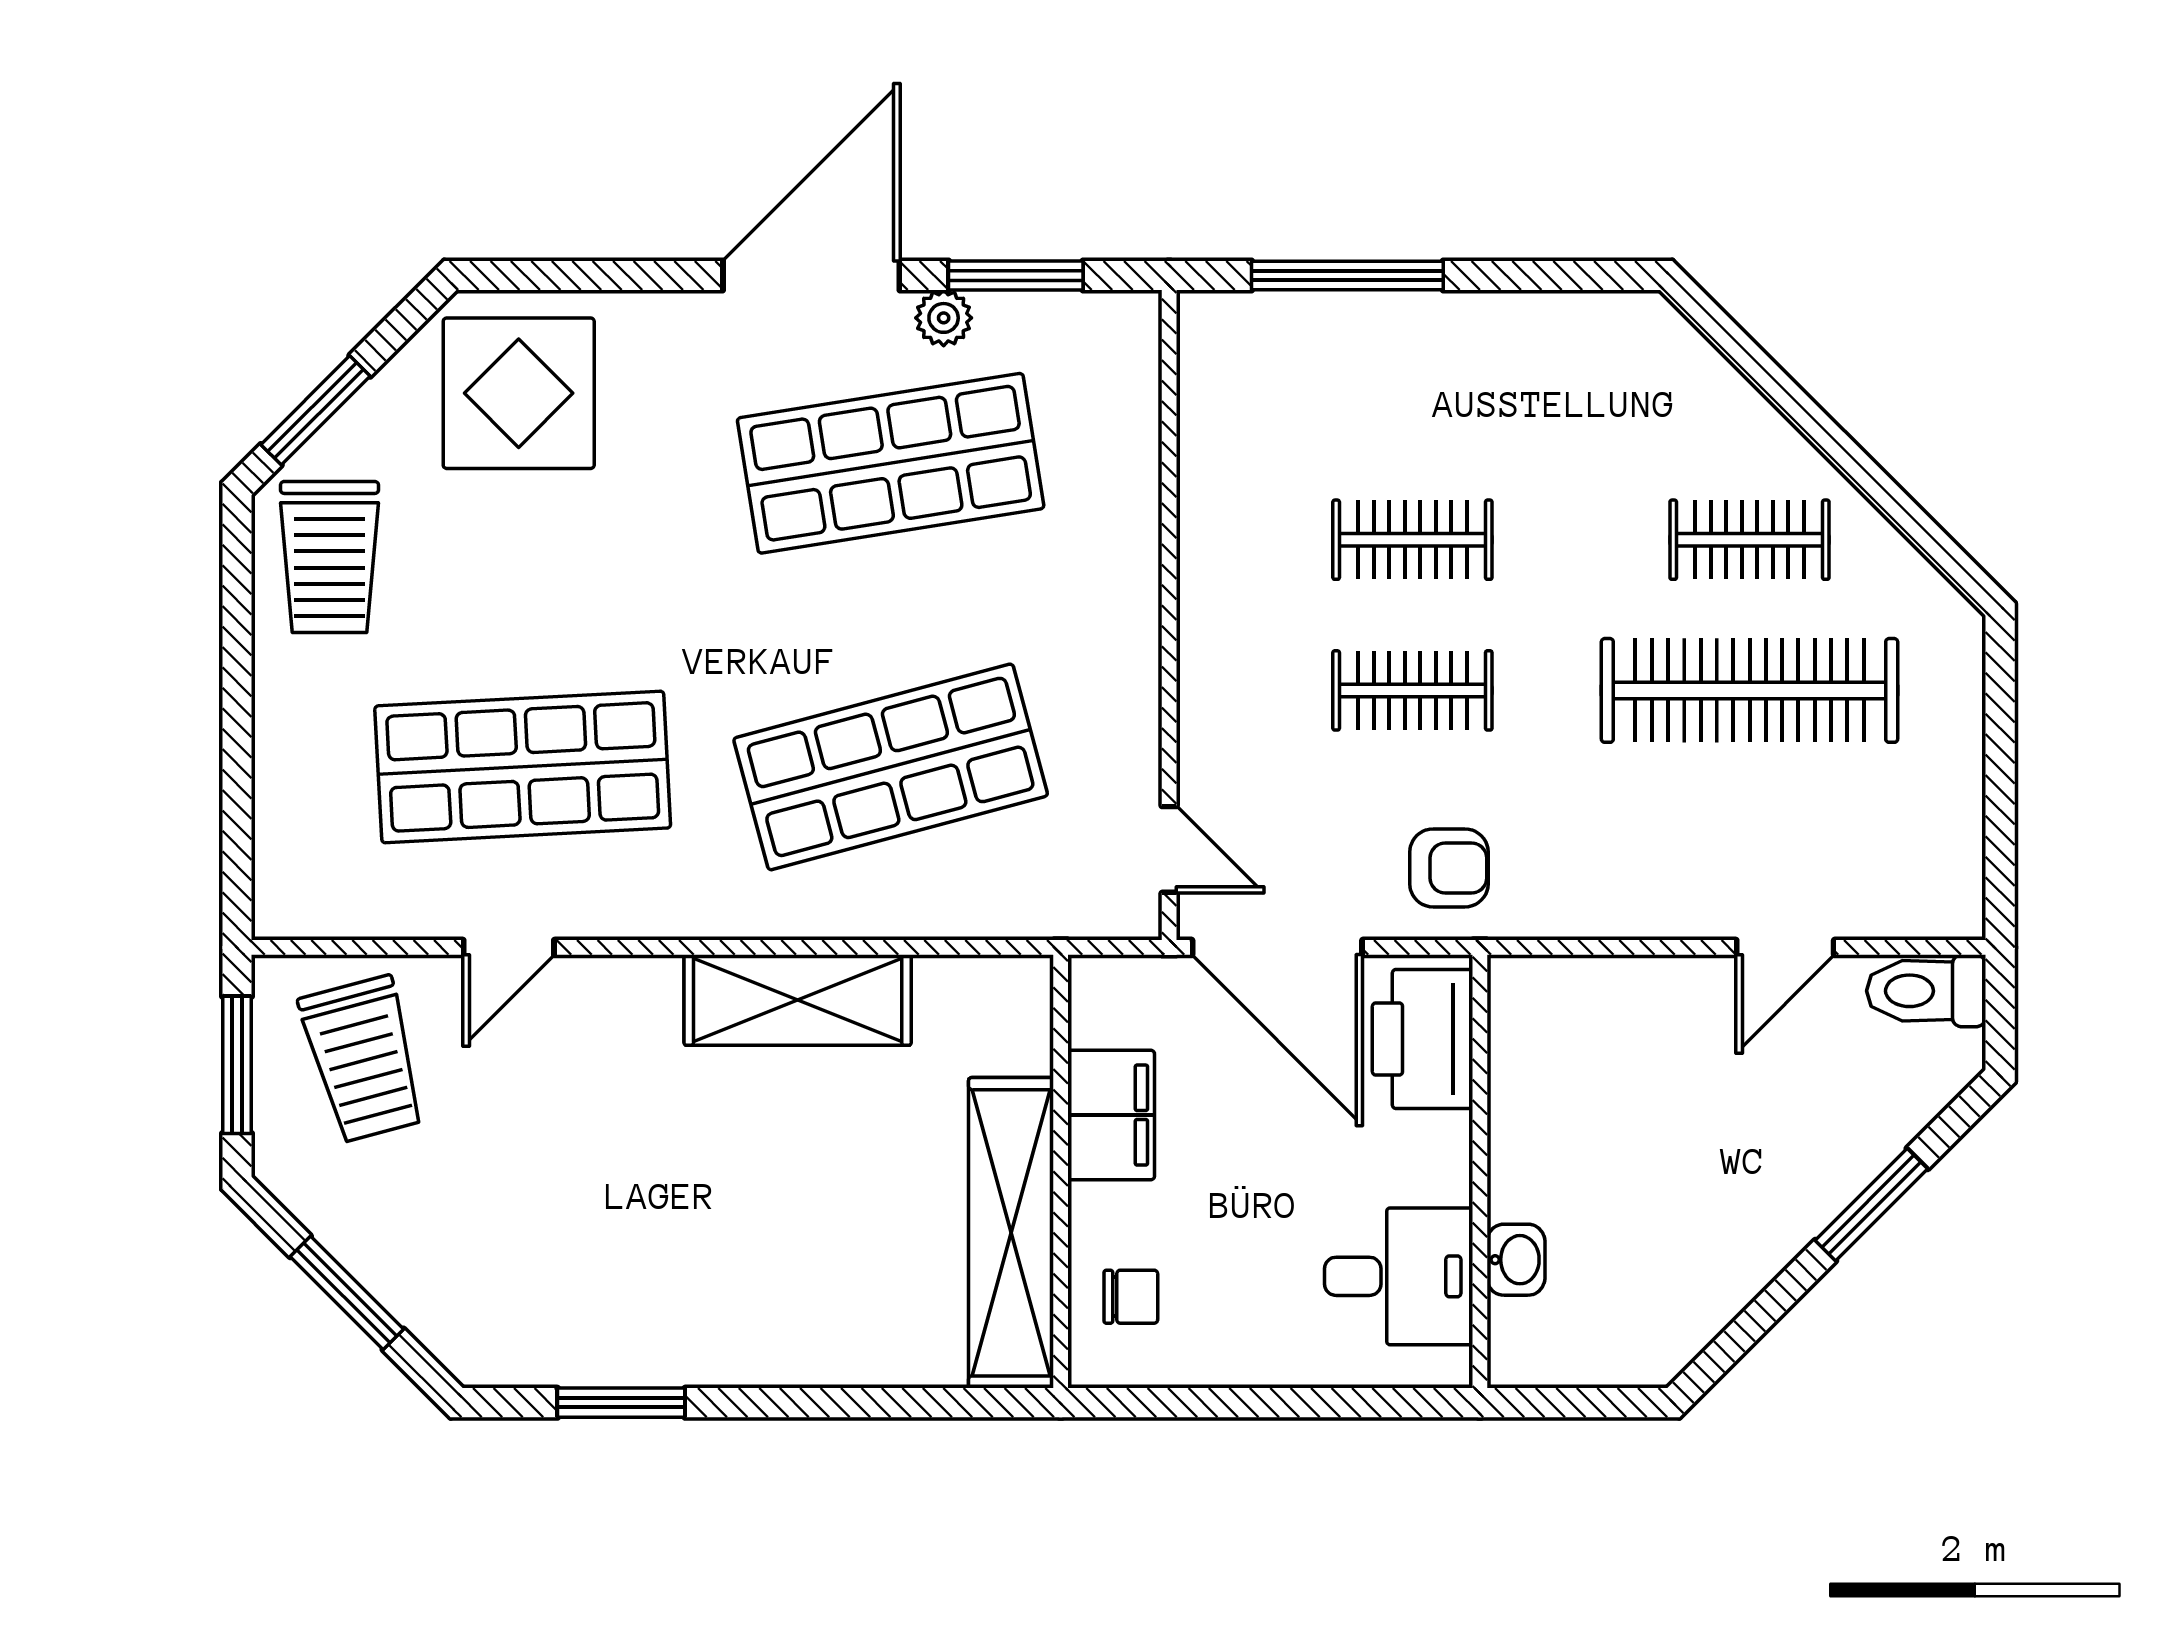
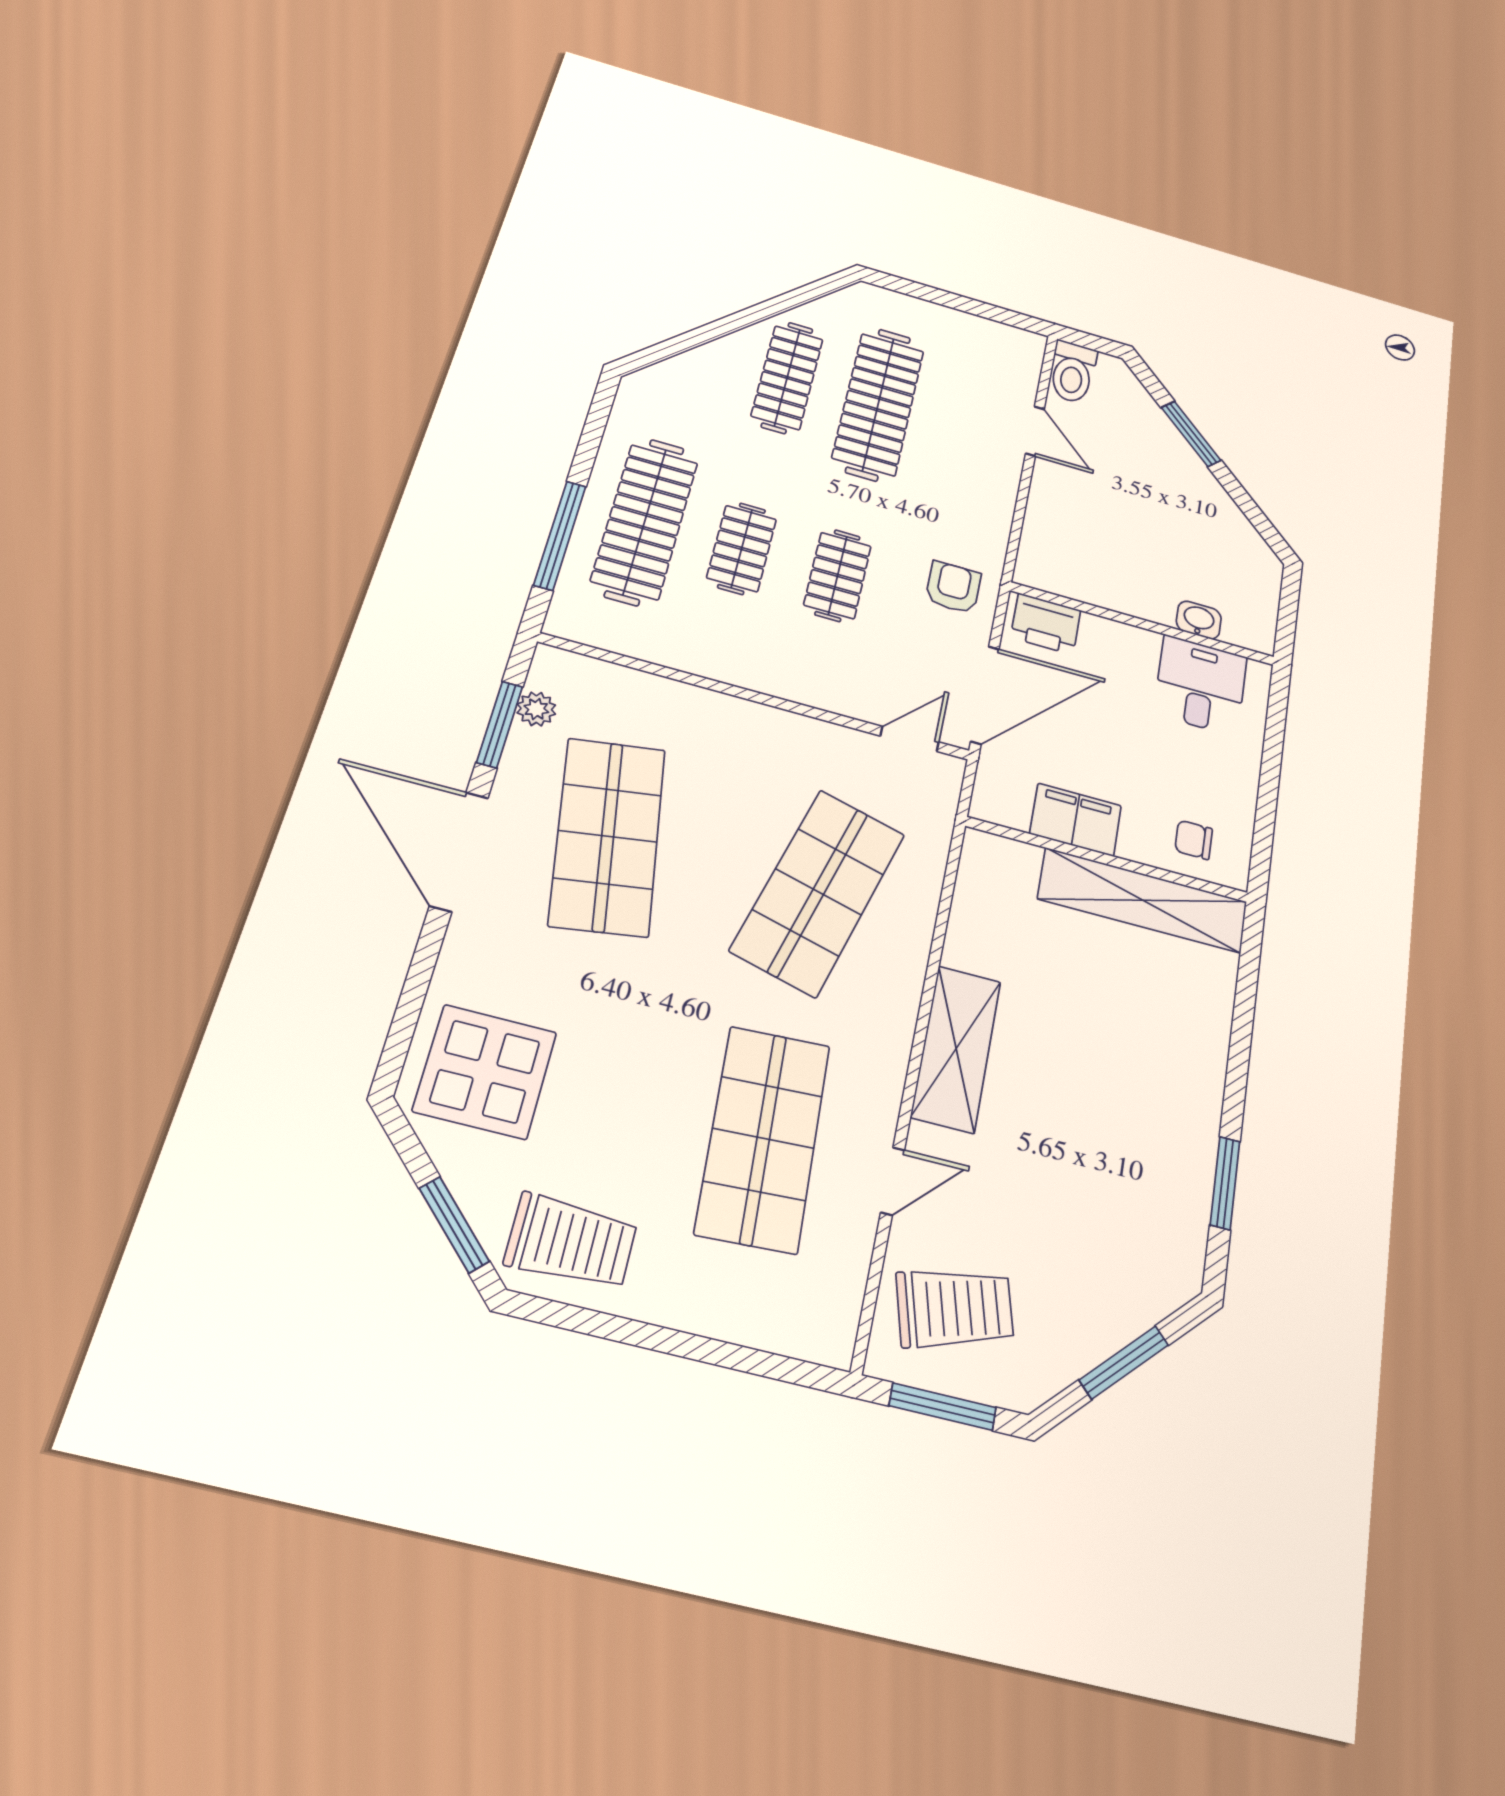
plant: (944, 318) -> (536, 709), moved
clothes rail: (1412, 389) -> (645, 521), added
clothes rail: (1750, 540) -> (787, 377), width x1.36
shop shelf: (891, 767) -> (818, 892), turned 30
door: (509, 947) -> (893, 1181), hinge flipped
shelving: (798, 1000) -> (956, 1049), moved
printer: (1423, 1039) -> (1046, 624), width x0.73, depth x0.84
chair: (1131, 1297) -> (1194, 840), turned -90

